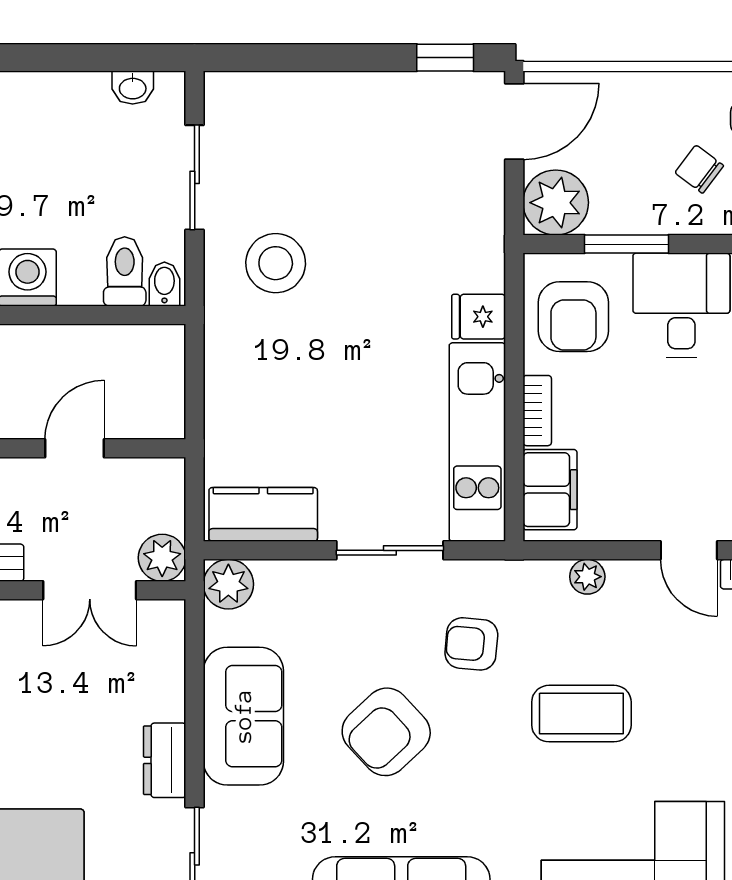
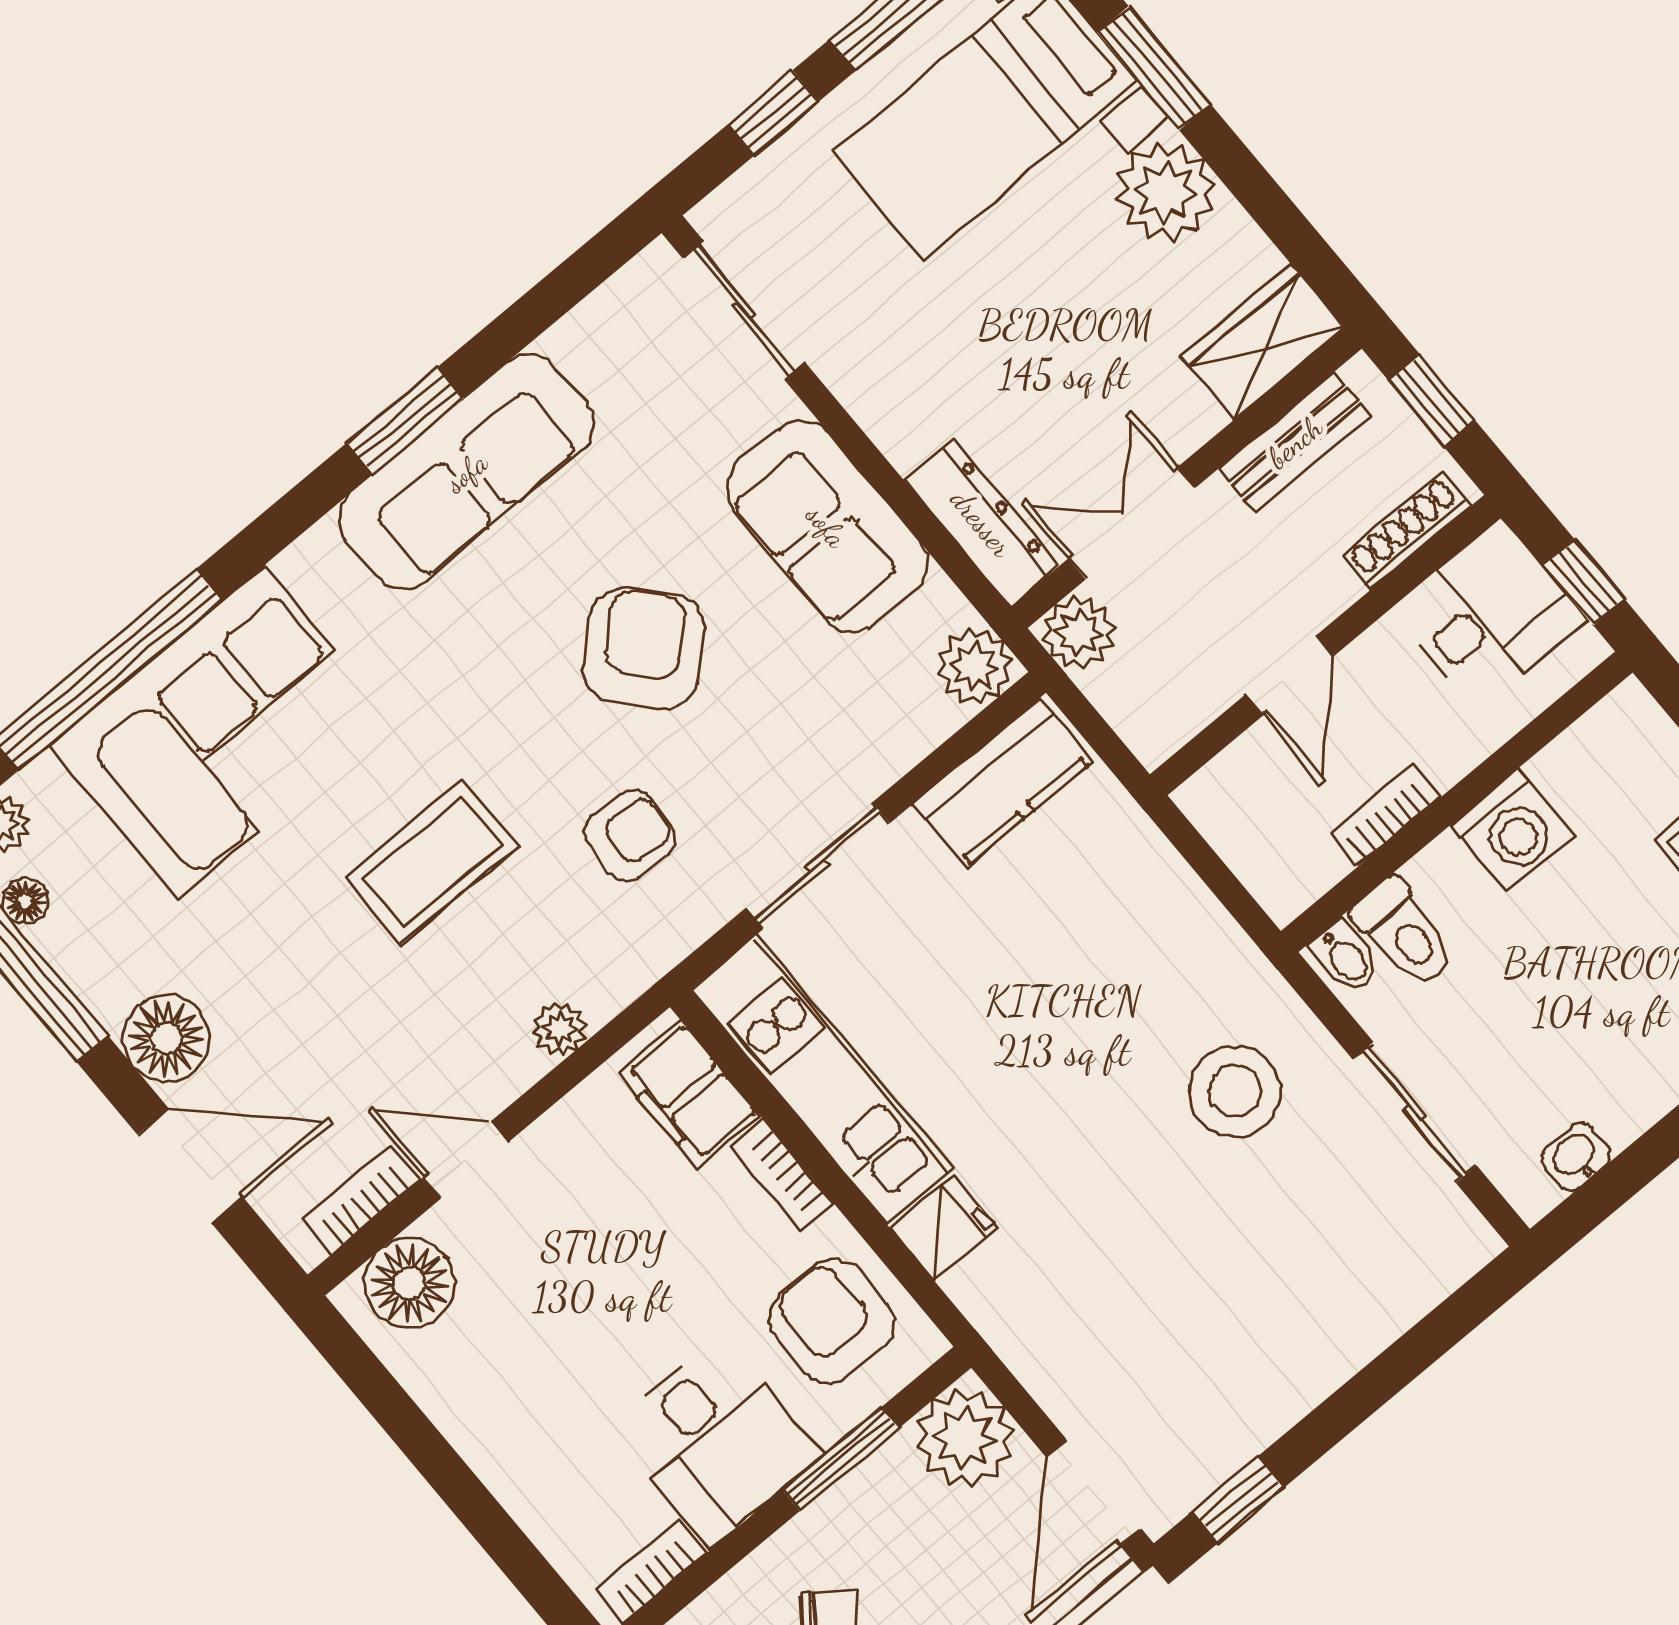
bookcase: (85, 338) -> (1385, 815), added
dresser: (165, 760) -> (982, 523), moved, width x1.44

